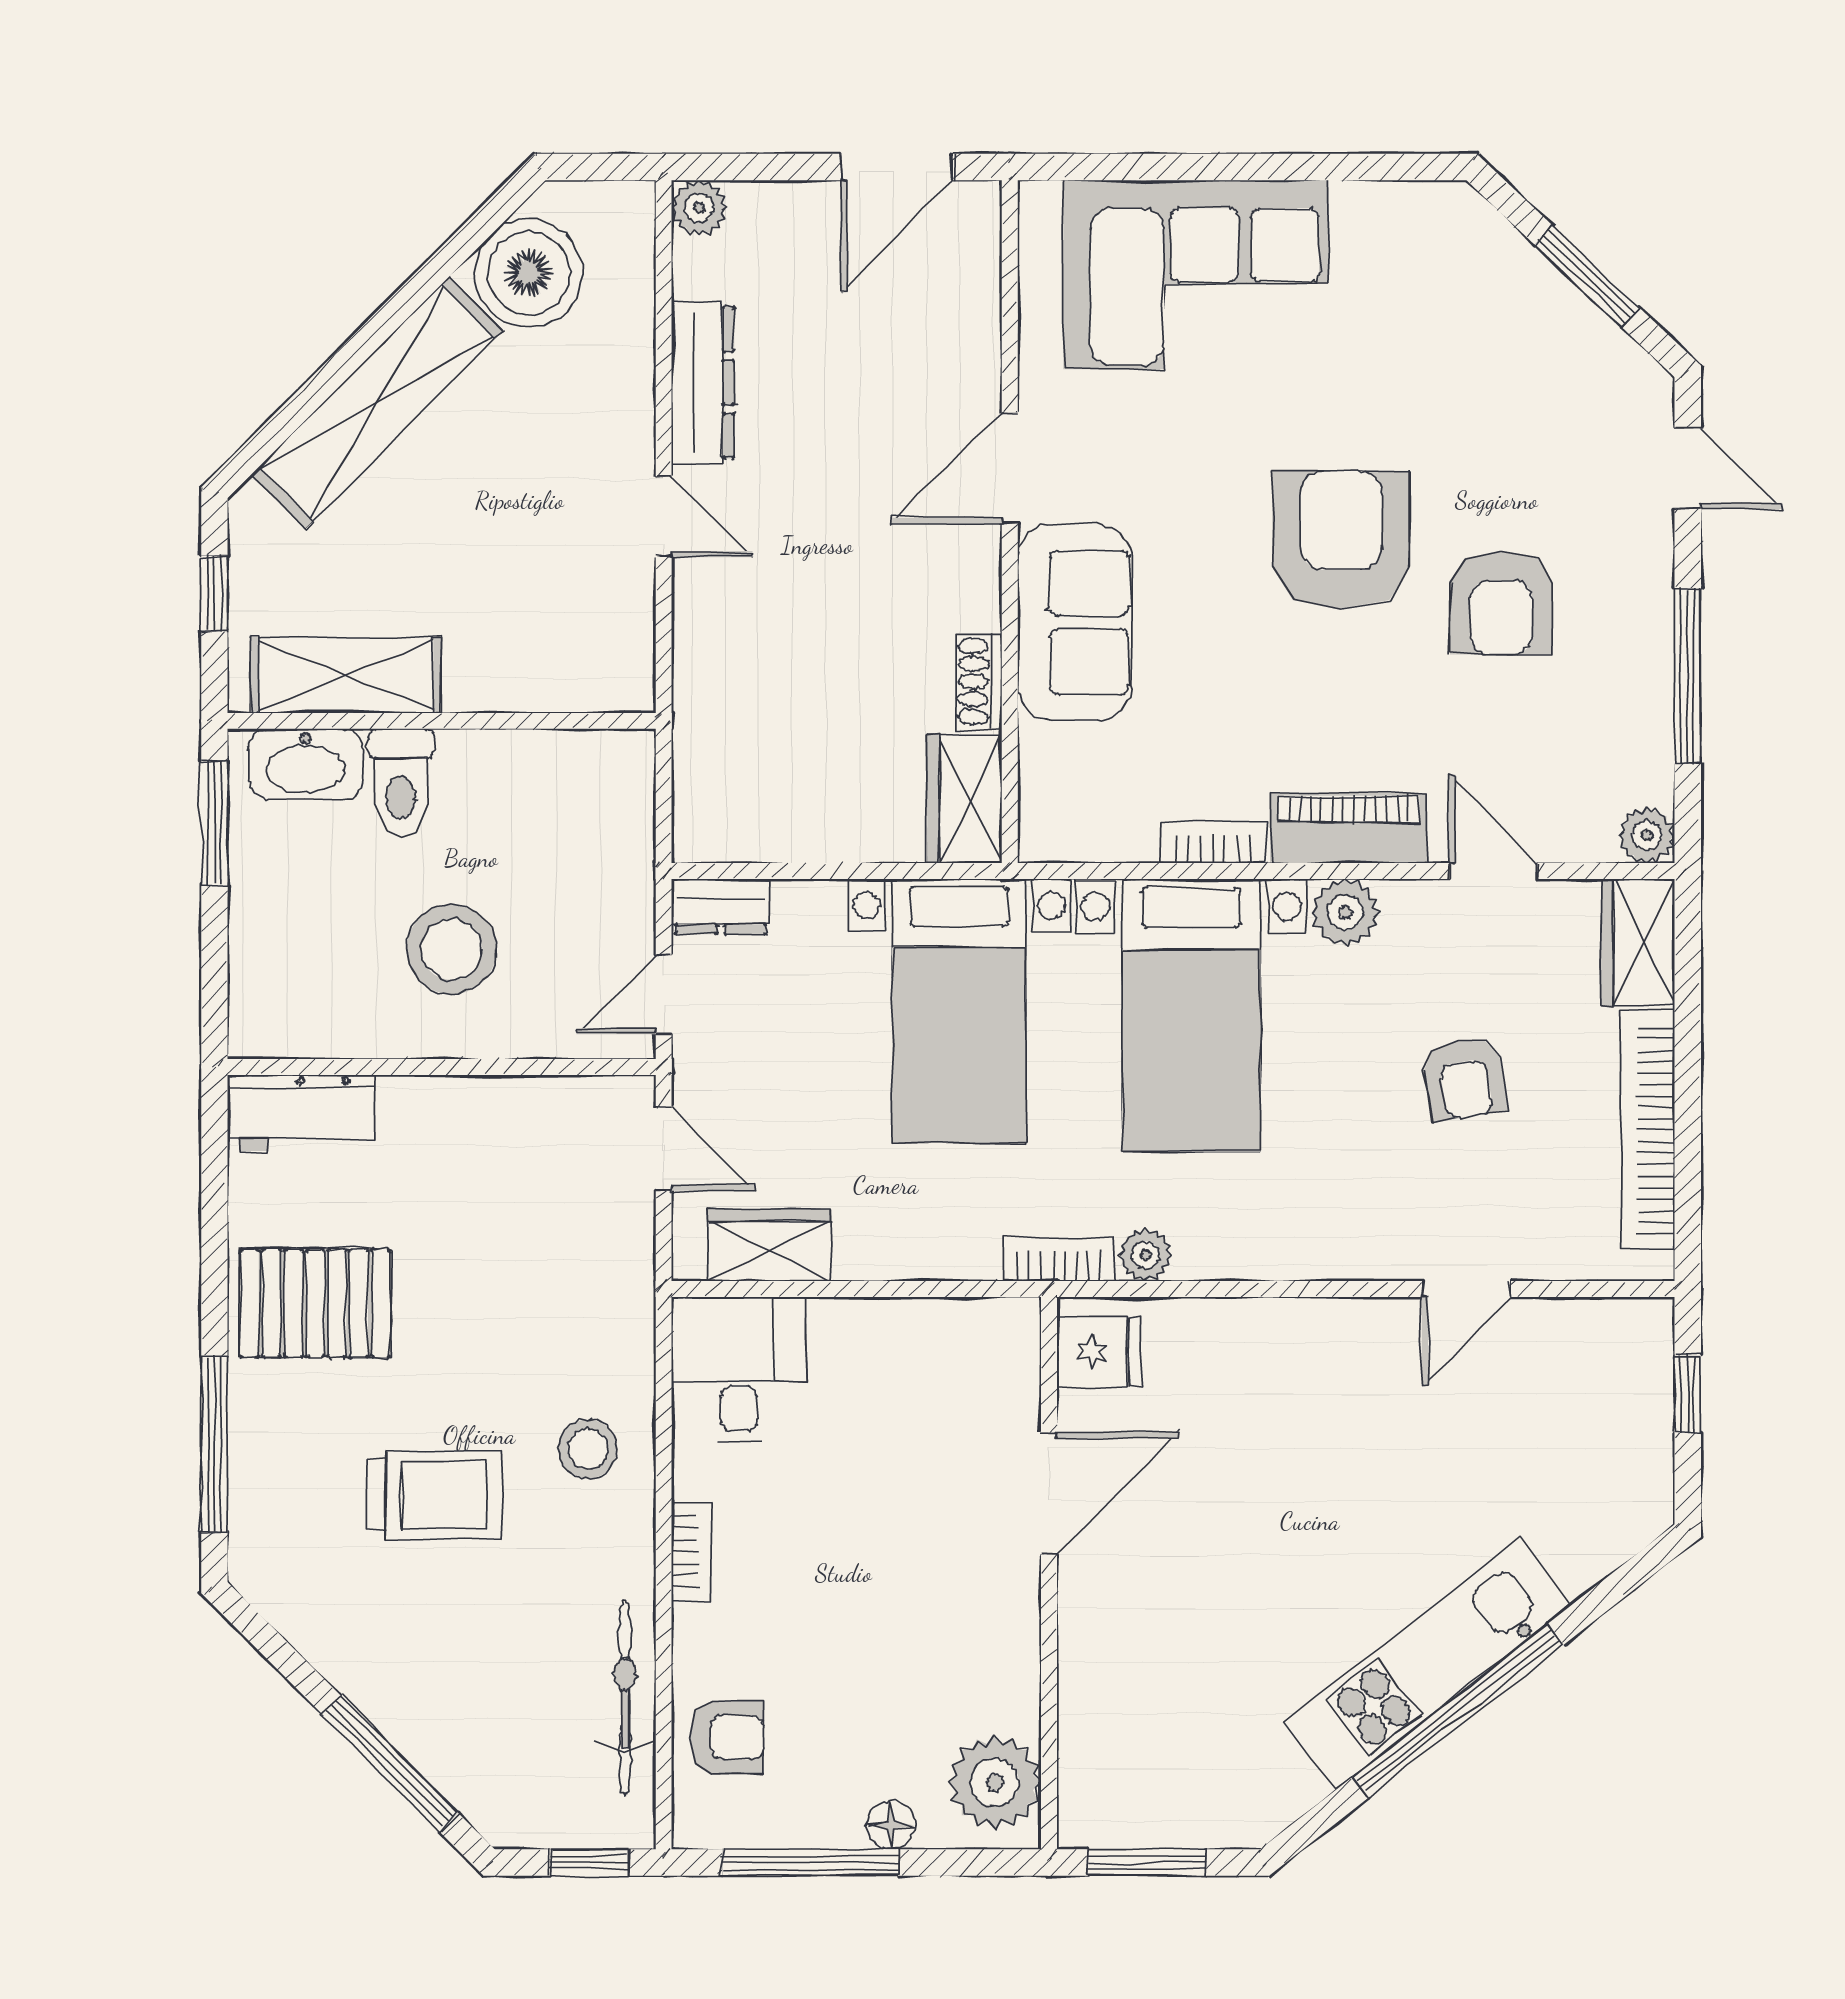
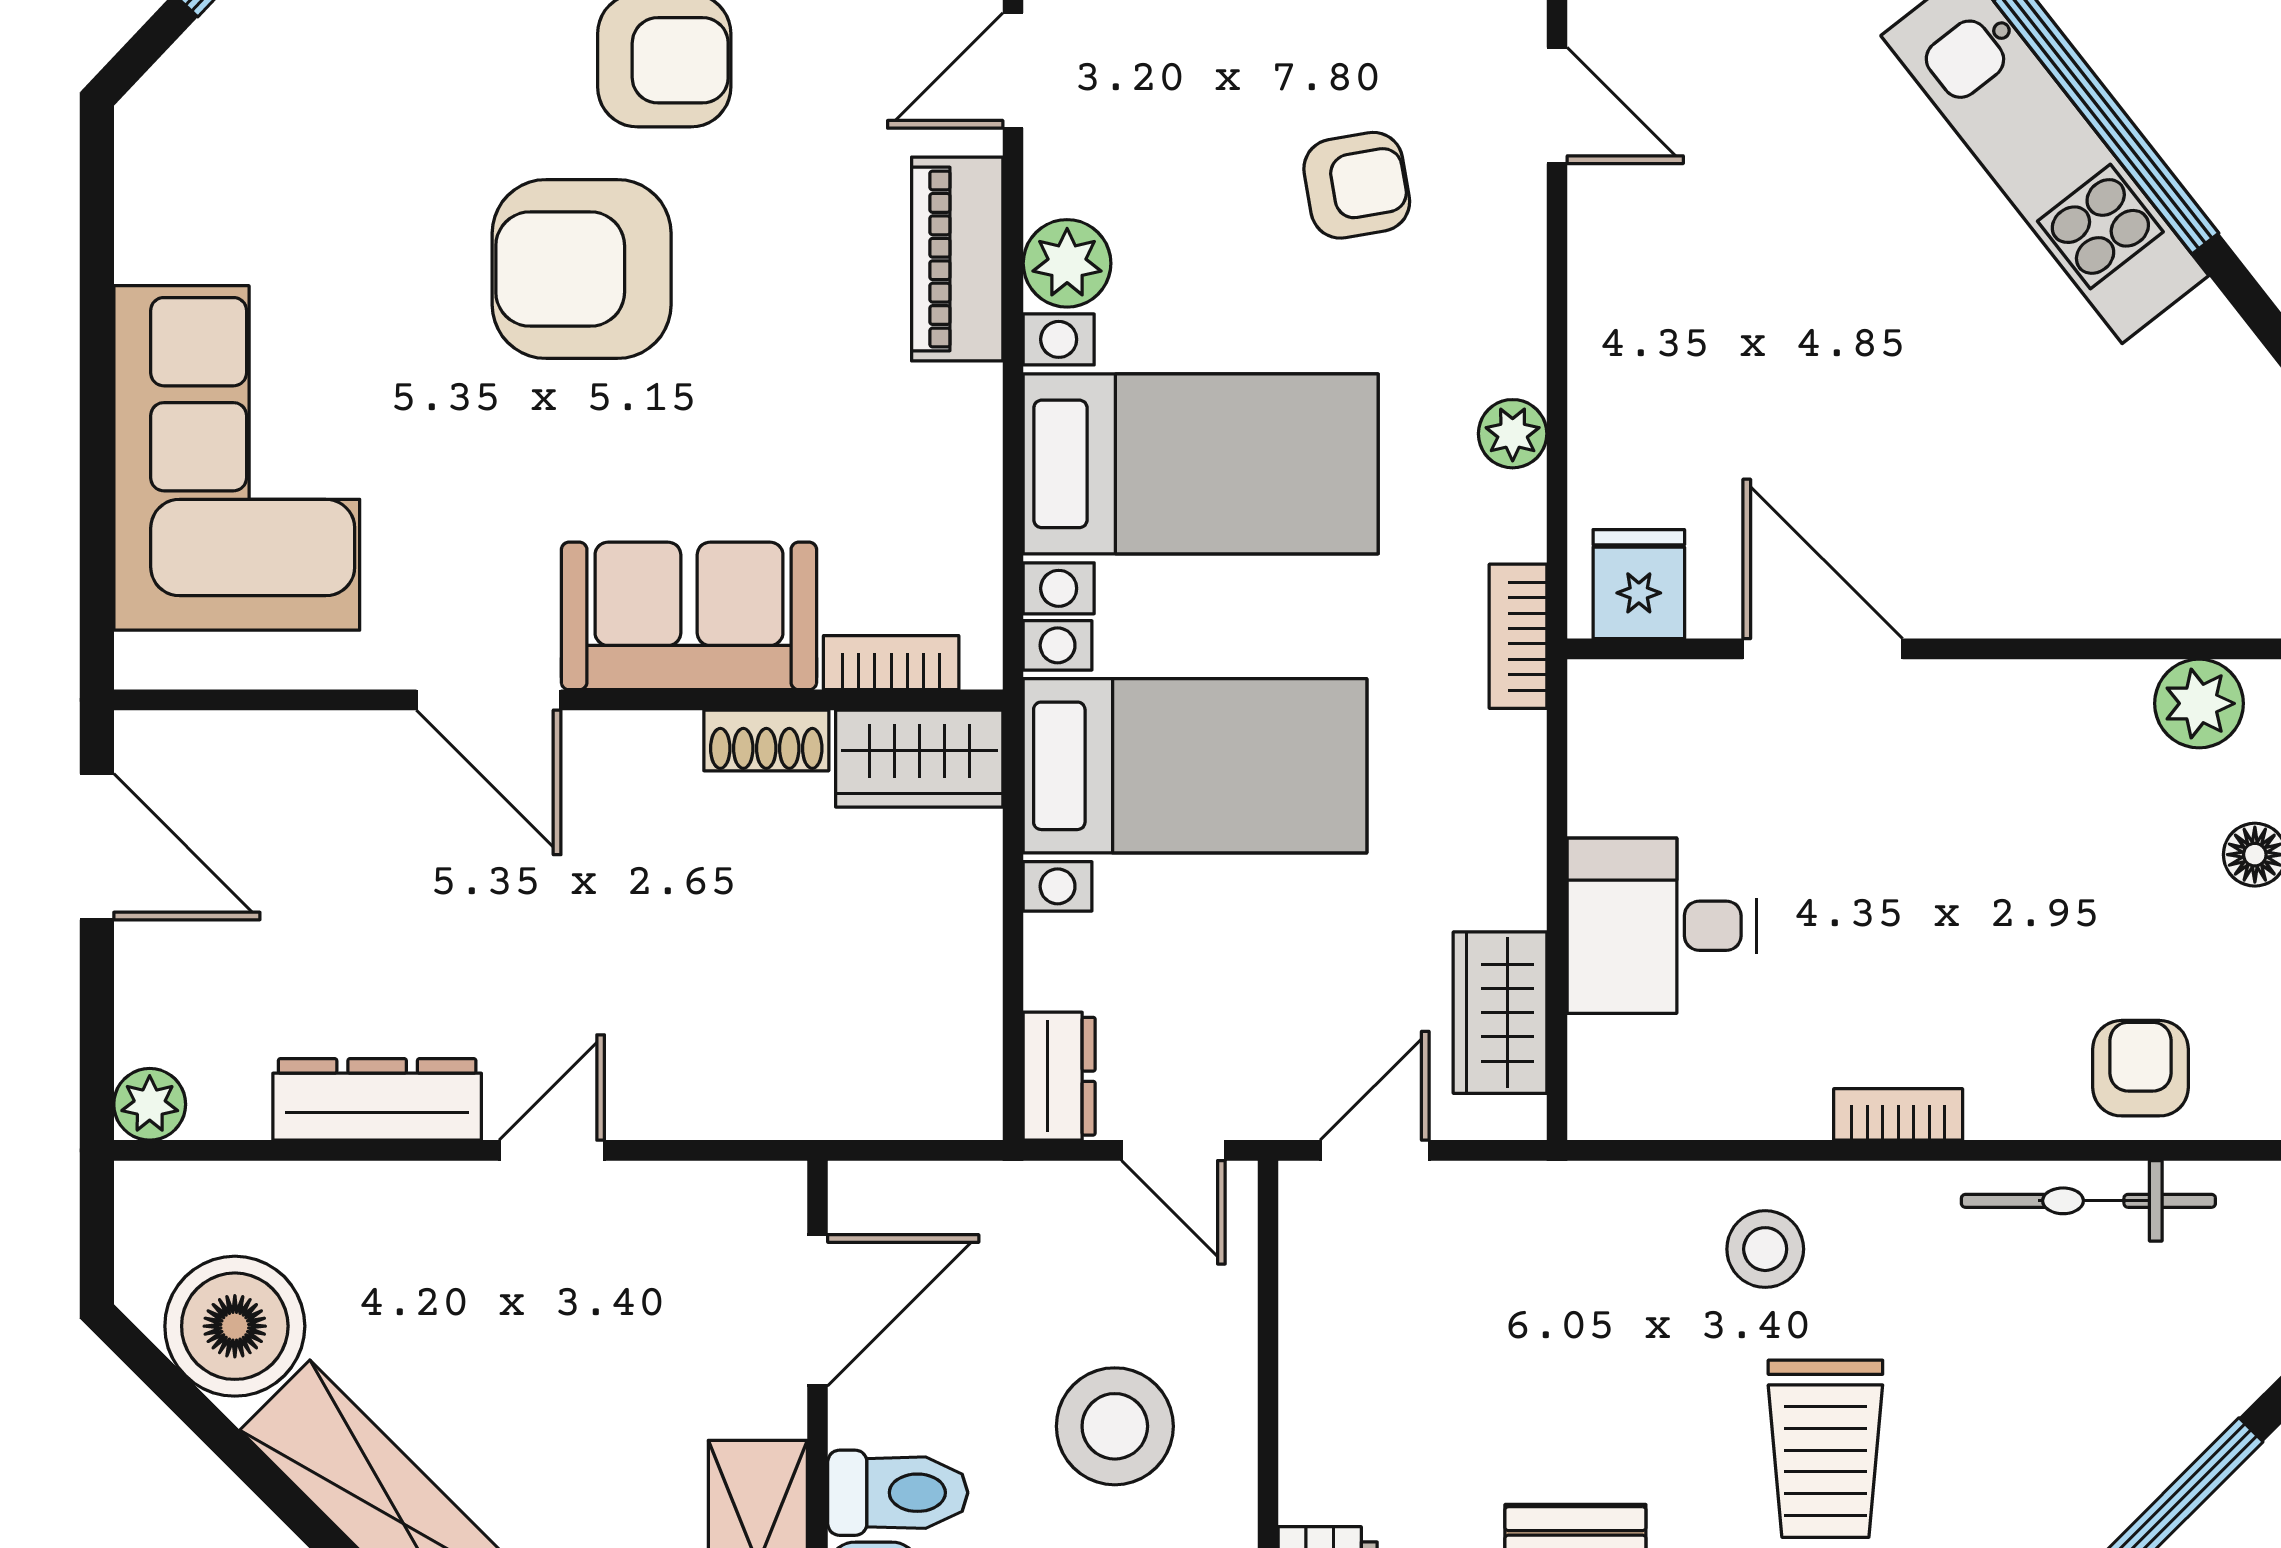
door: (541, 721) -> (818, 1310), added
bookcase: (1213, 842) -> (891, 663), moved, turned 90
armchair: (1464, 1079) -> (1357, 185), moved
plant: (1146, 1255) -> (1513, 434), moved
desk: (739, 1370) -> (1662, 926), moved
trolley: (434, 1495) -> (1825, 1449), turned 180
plant: (995, 1782) -> (2199, 703), width x0.73, depth x0.73

